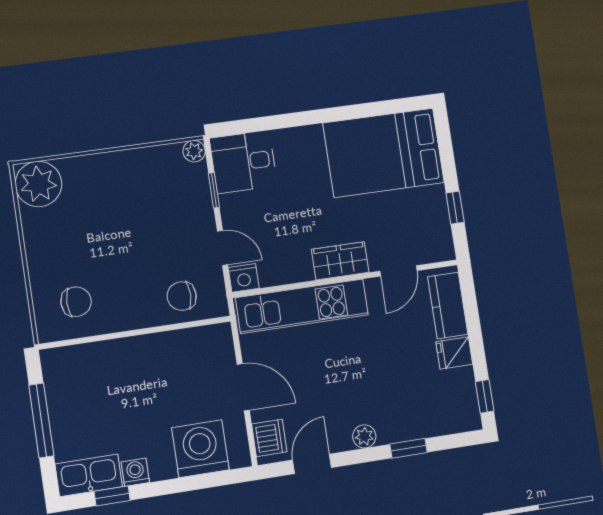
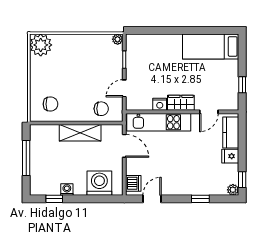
bed: (384, 153) -> (211, 46), width x0.67
desk: (243, 162) -> (141, 48), removed
door: (222, 248) -> (124, 88), swing flipped
nightstand: (244, 278) -> (160, 104), moved
chair: (182, 296) -> (101, 109), turned 180
shelving: (146, 351) -> (80, 133), added
door: (243, 387) -> (124, 146), moved
plant: (364, 436) -> (233, 190), moved
kitchen sink: (89, 475) -> (45, 188), removed

